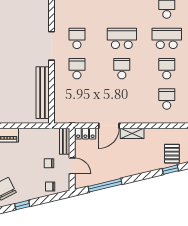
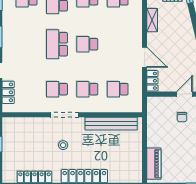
stool: (21, 45) -> (63, 145), added
school desk: (77, 99) -> (118, 89), added
shelving: (132, 133) -> (152, 20), moved
bench: (65, 141) -> (160, 102), removed

